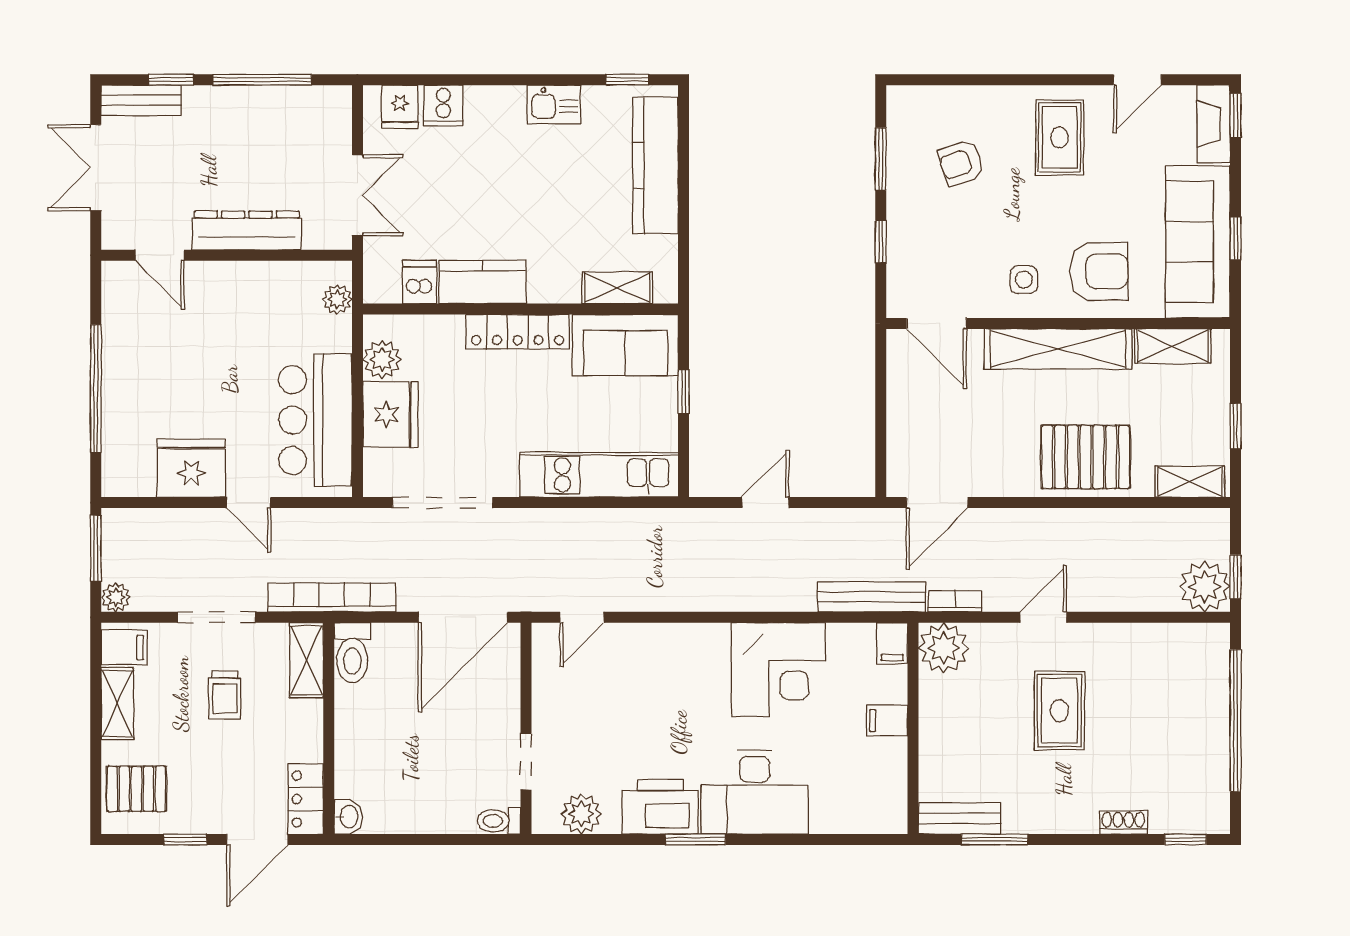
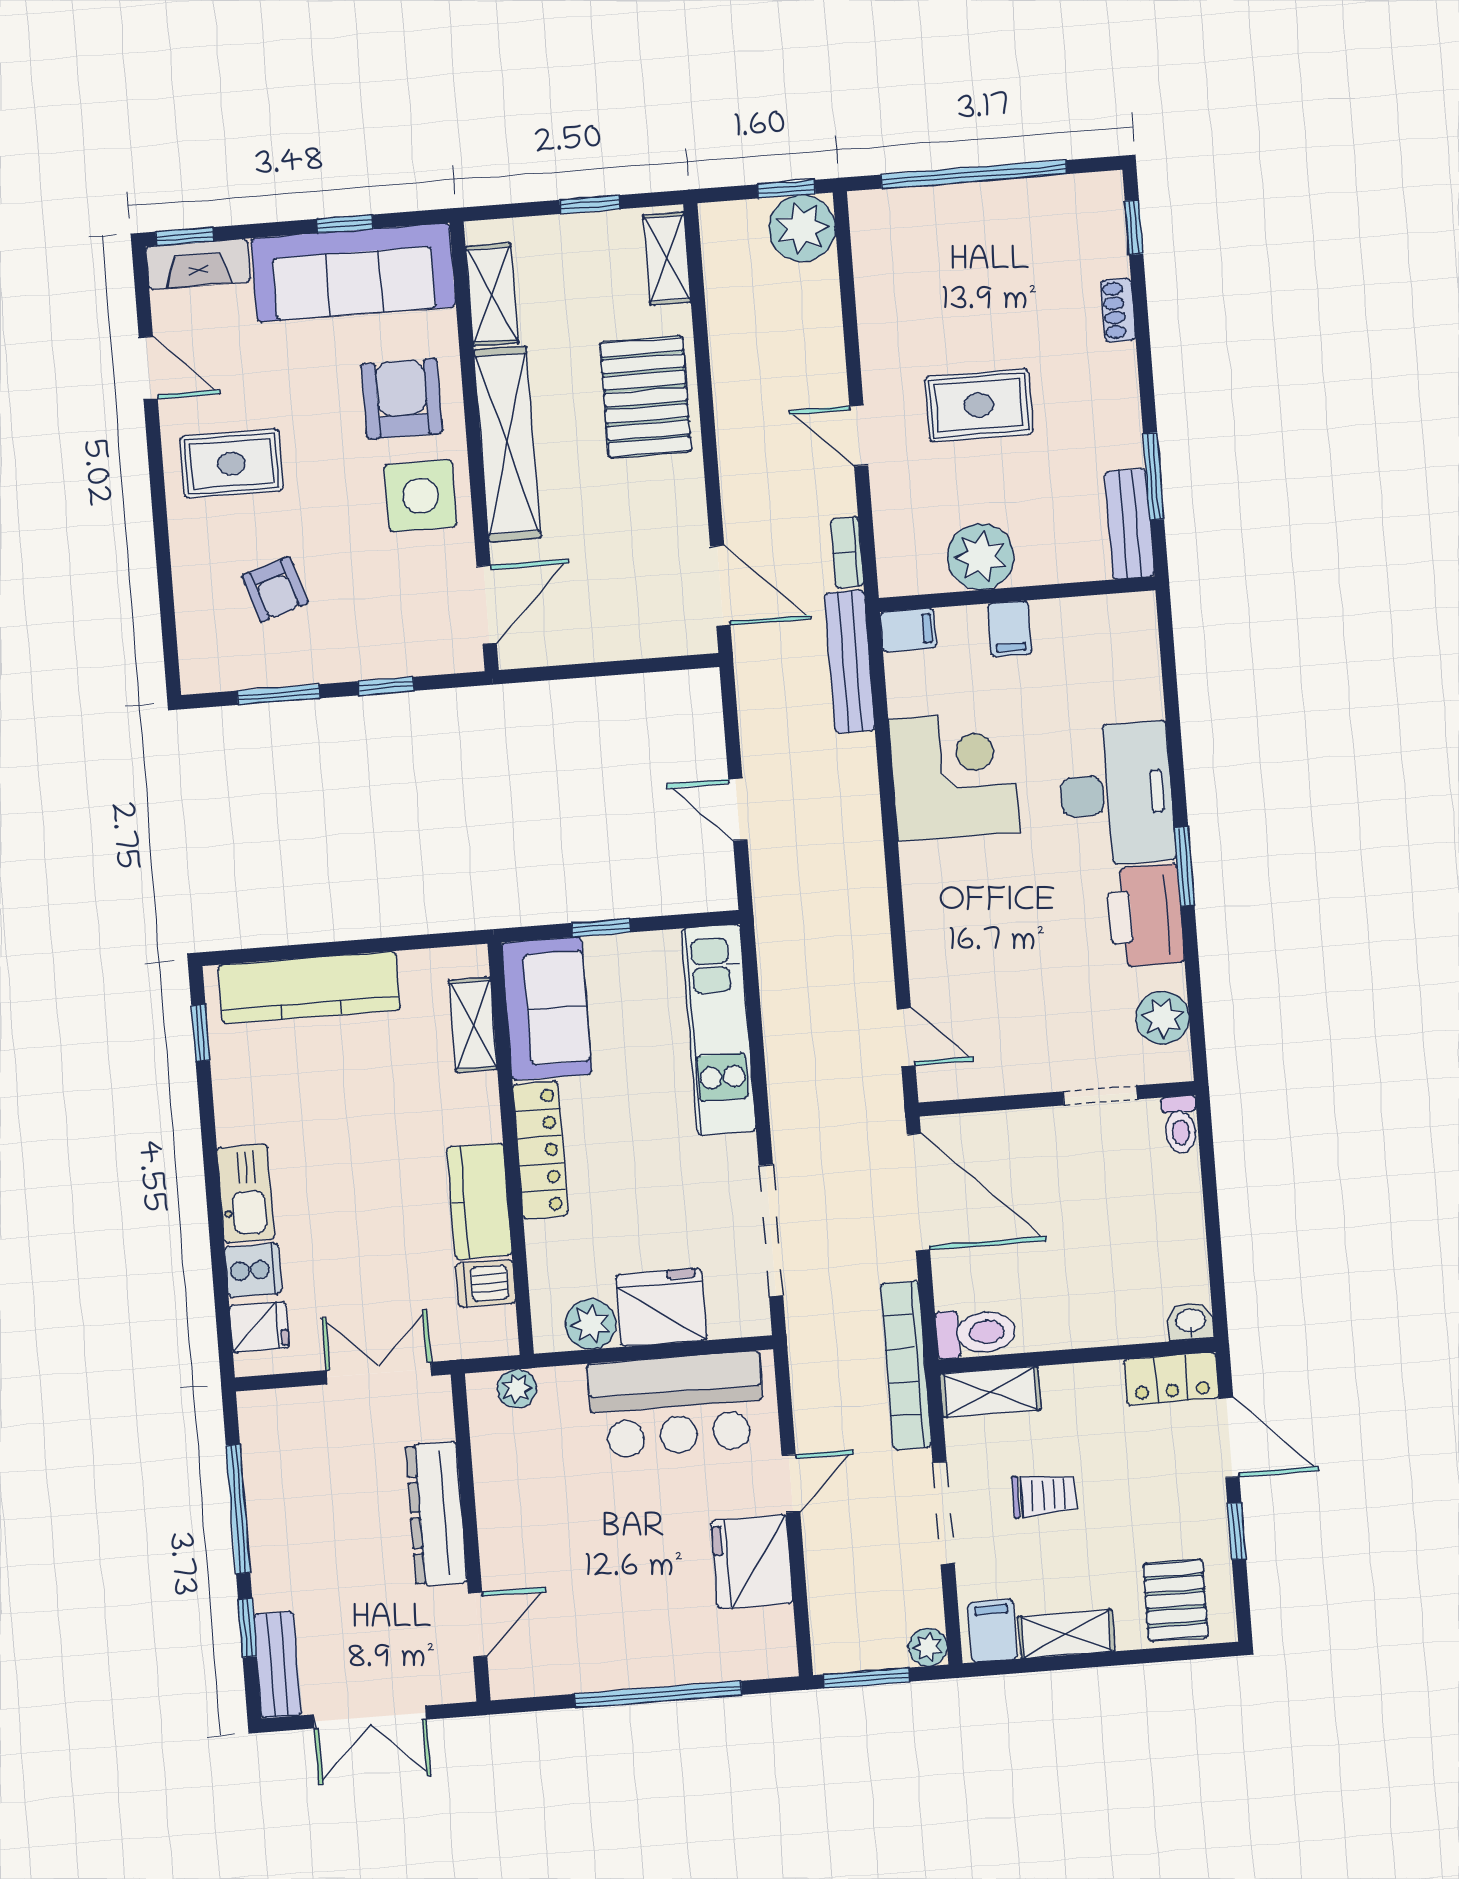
kitchen sink: (554, 104) -> (246, 1194), moved, width x1.38
side table: (1024, 280) -> (421, 496), width x1.87, depth x1.87
plant: (944, 648) -> (981, 557), moved

